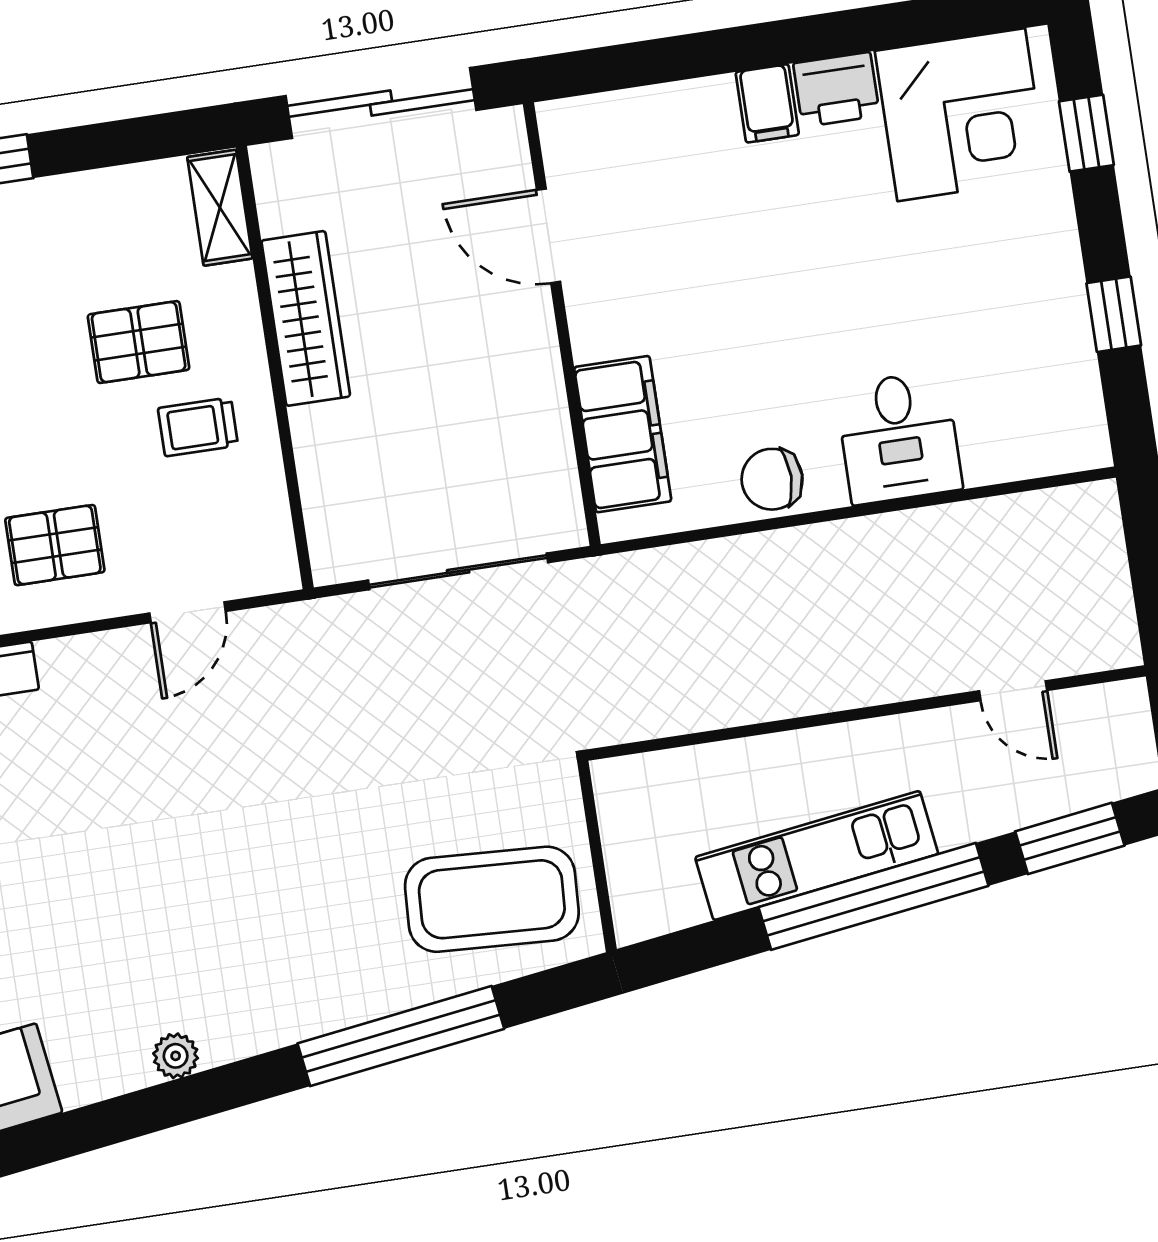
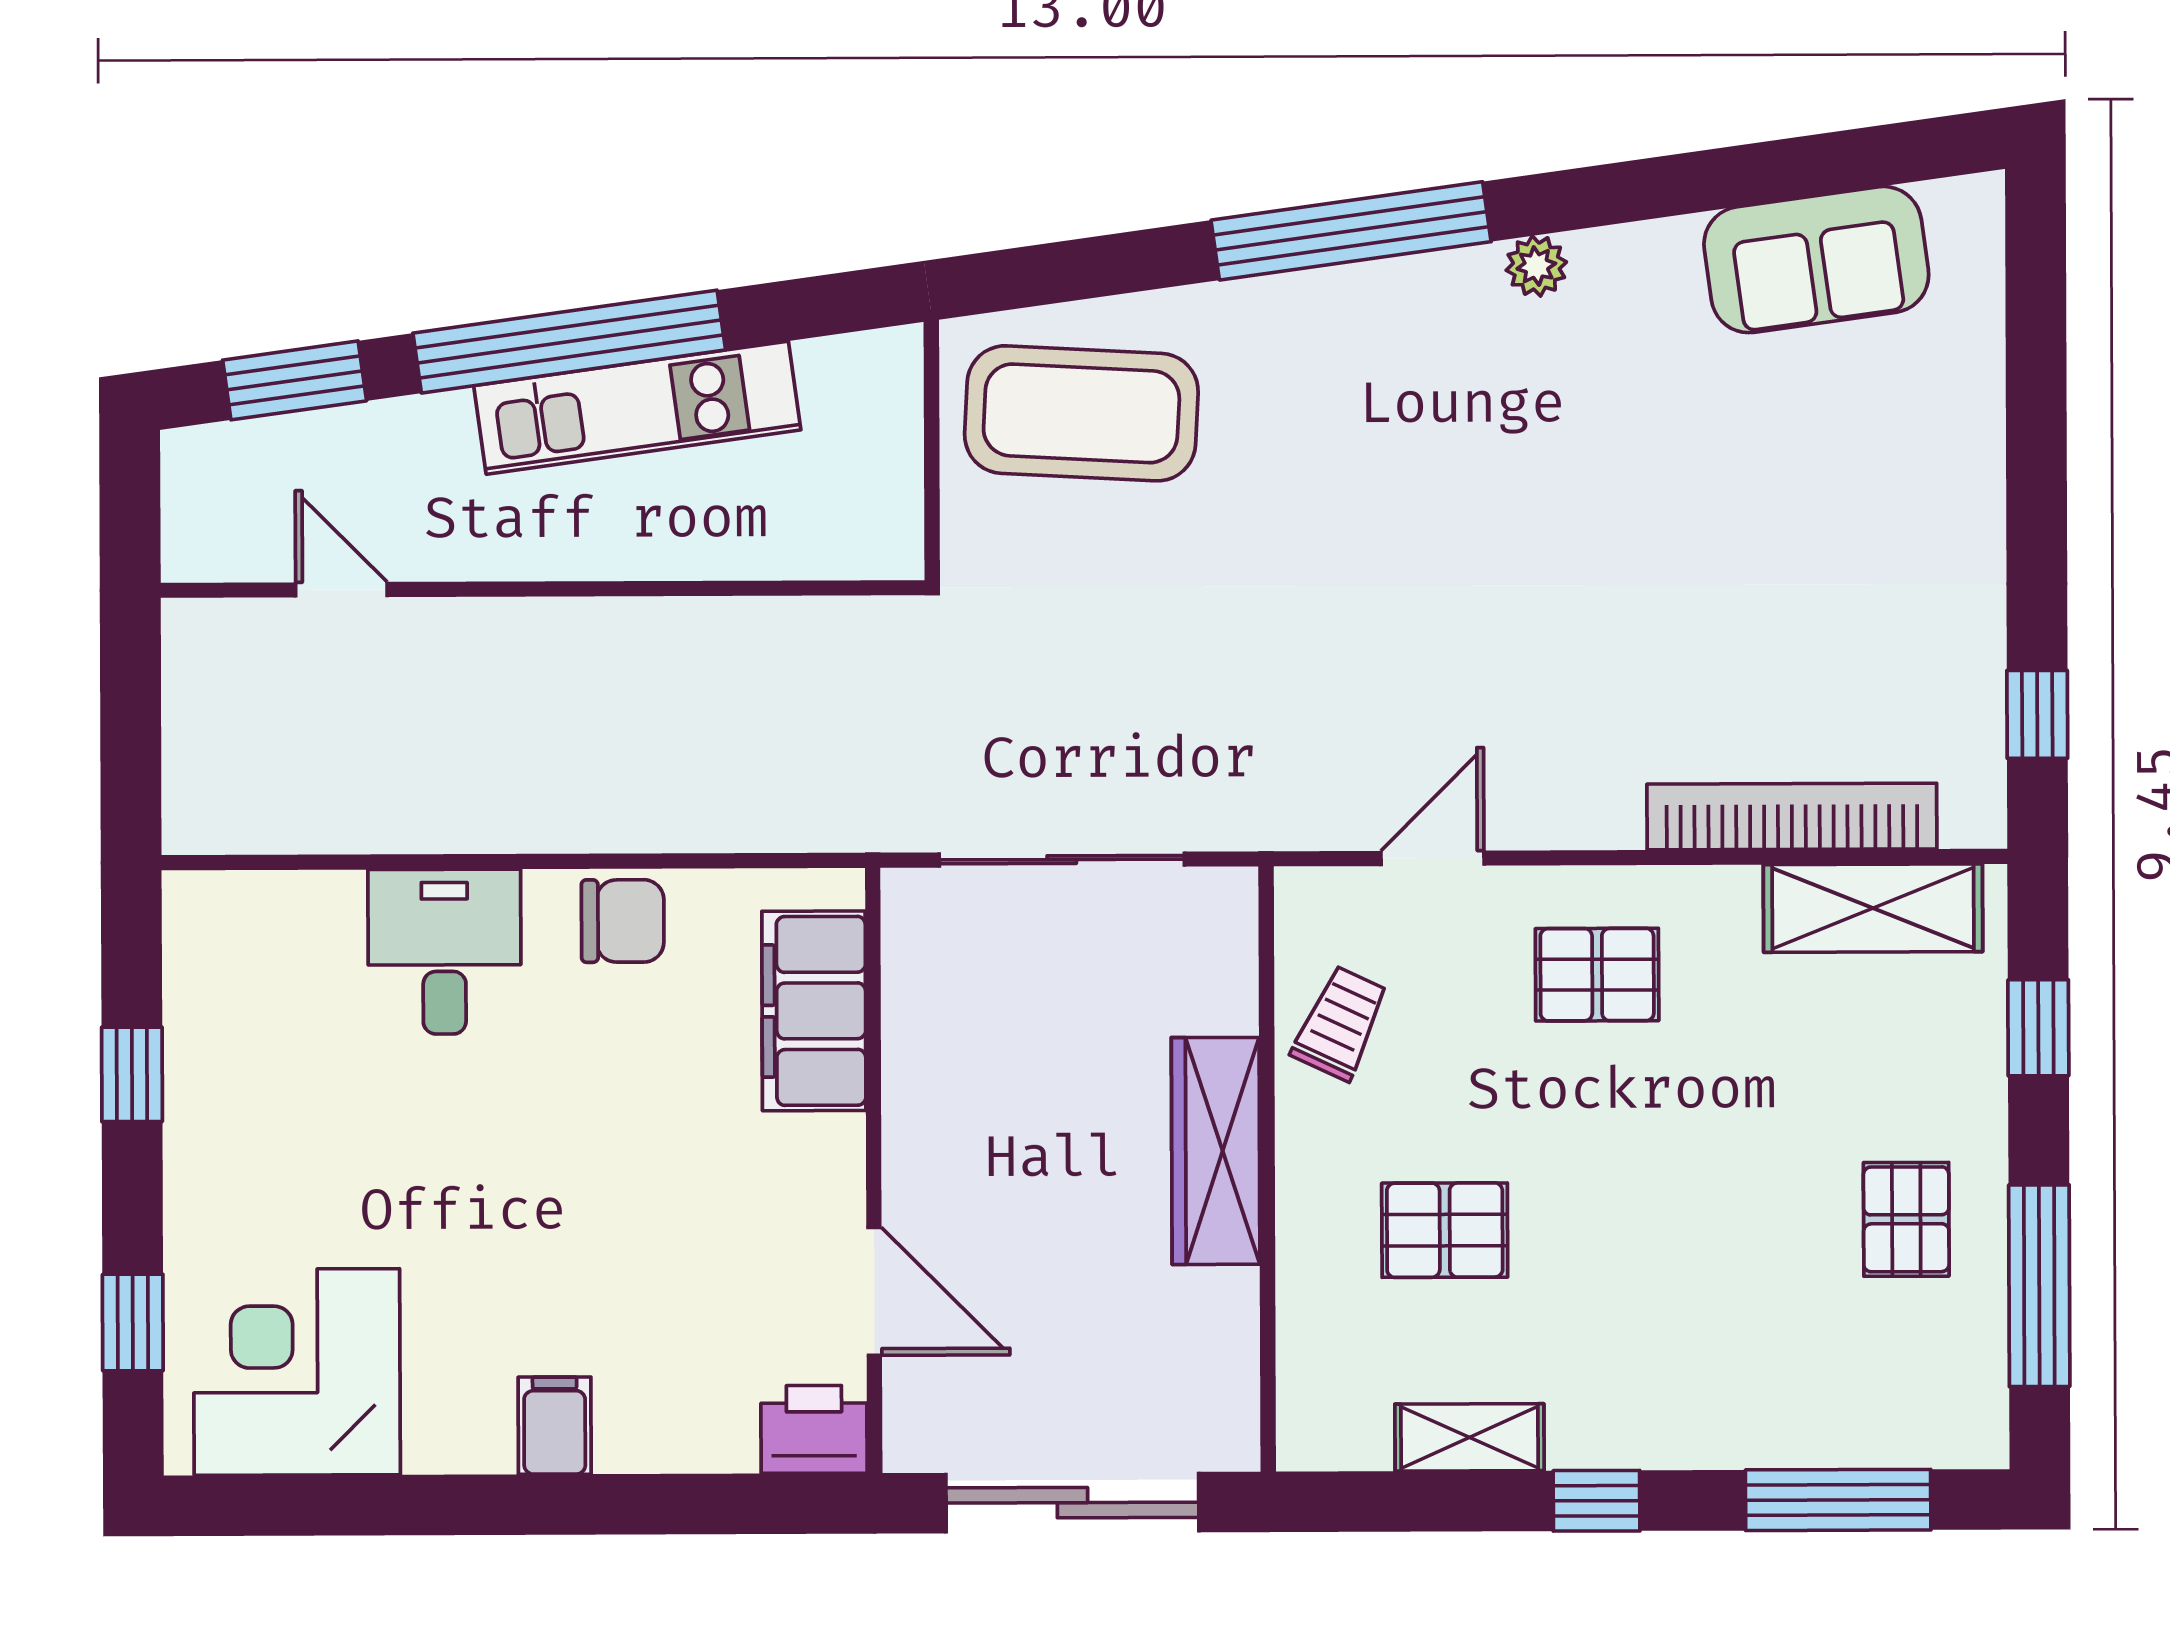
printer: (836, 89) -> (814, 1429), moved
shelving: (220, 208) -> (1469, 1437), moved, turned 90
wardrobe: (306, 318) -> (1216, 1151), moved
trolley: (198, 427) -> (1340, 1023), moved, turned -65
window: (401, 1036) -> (1351, 231), moved

